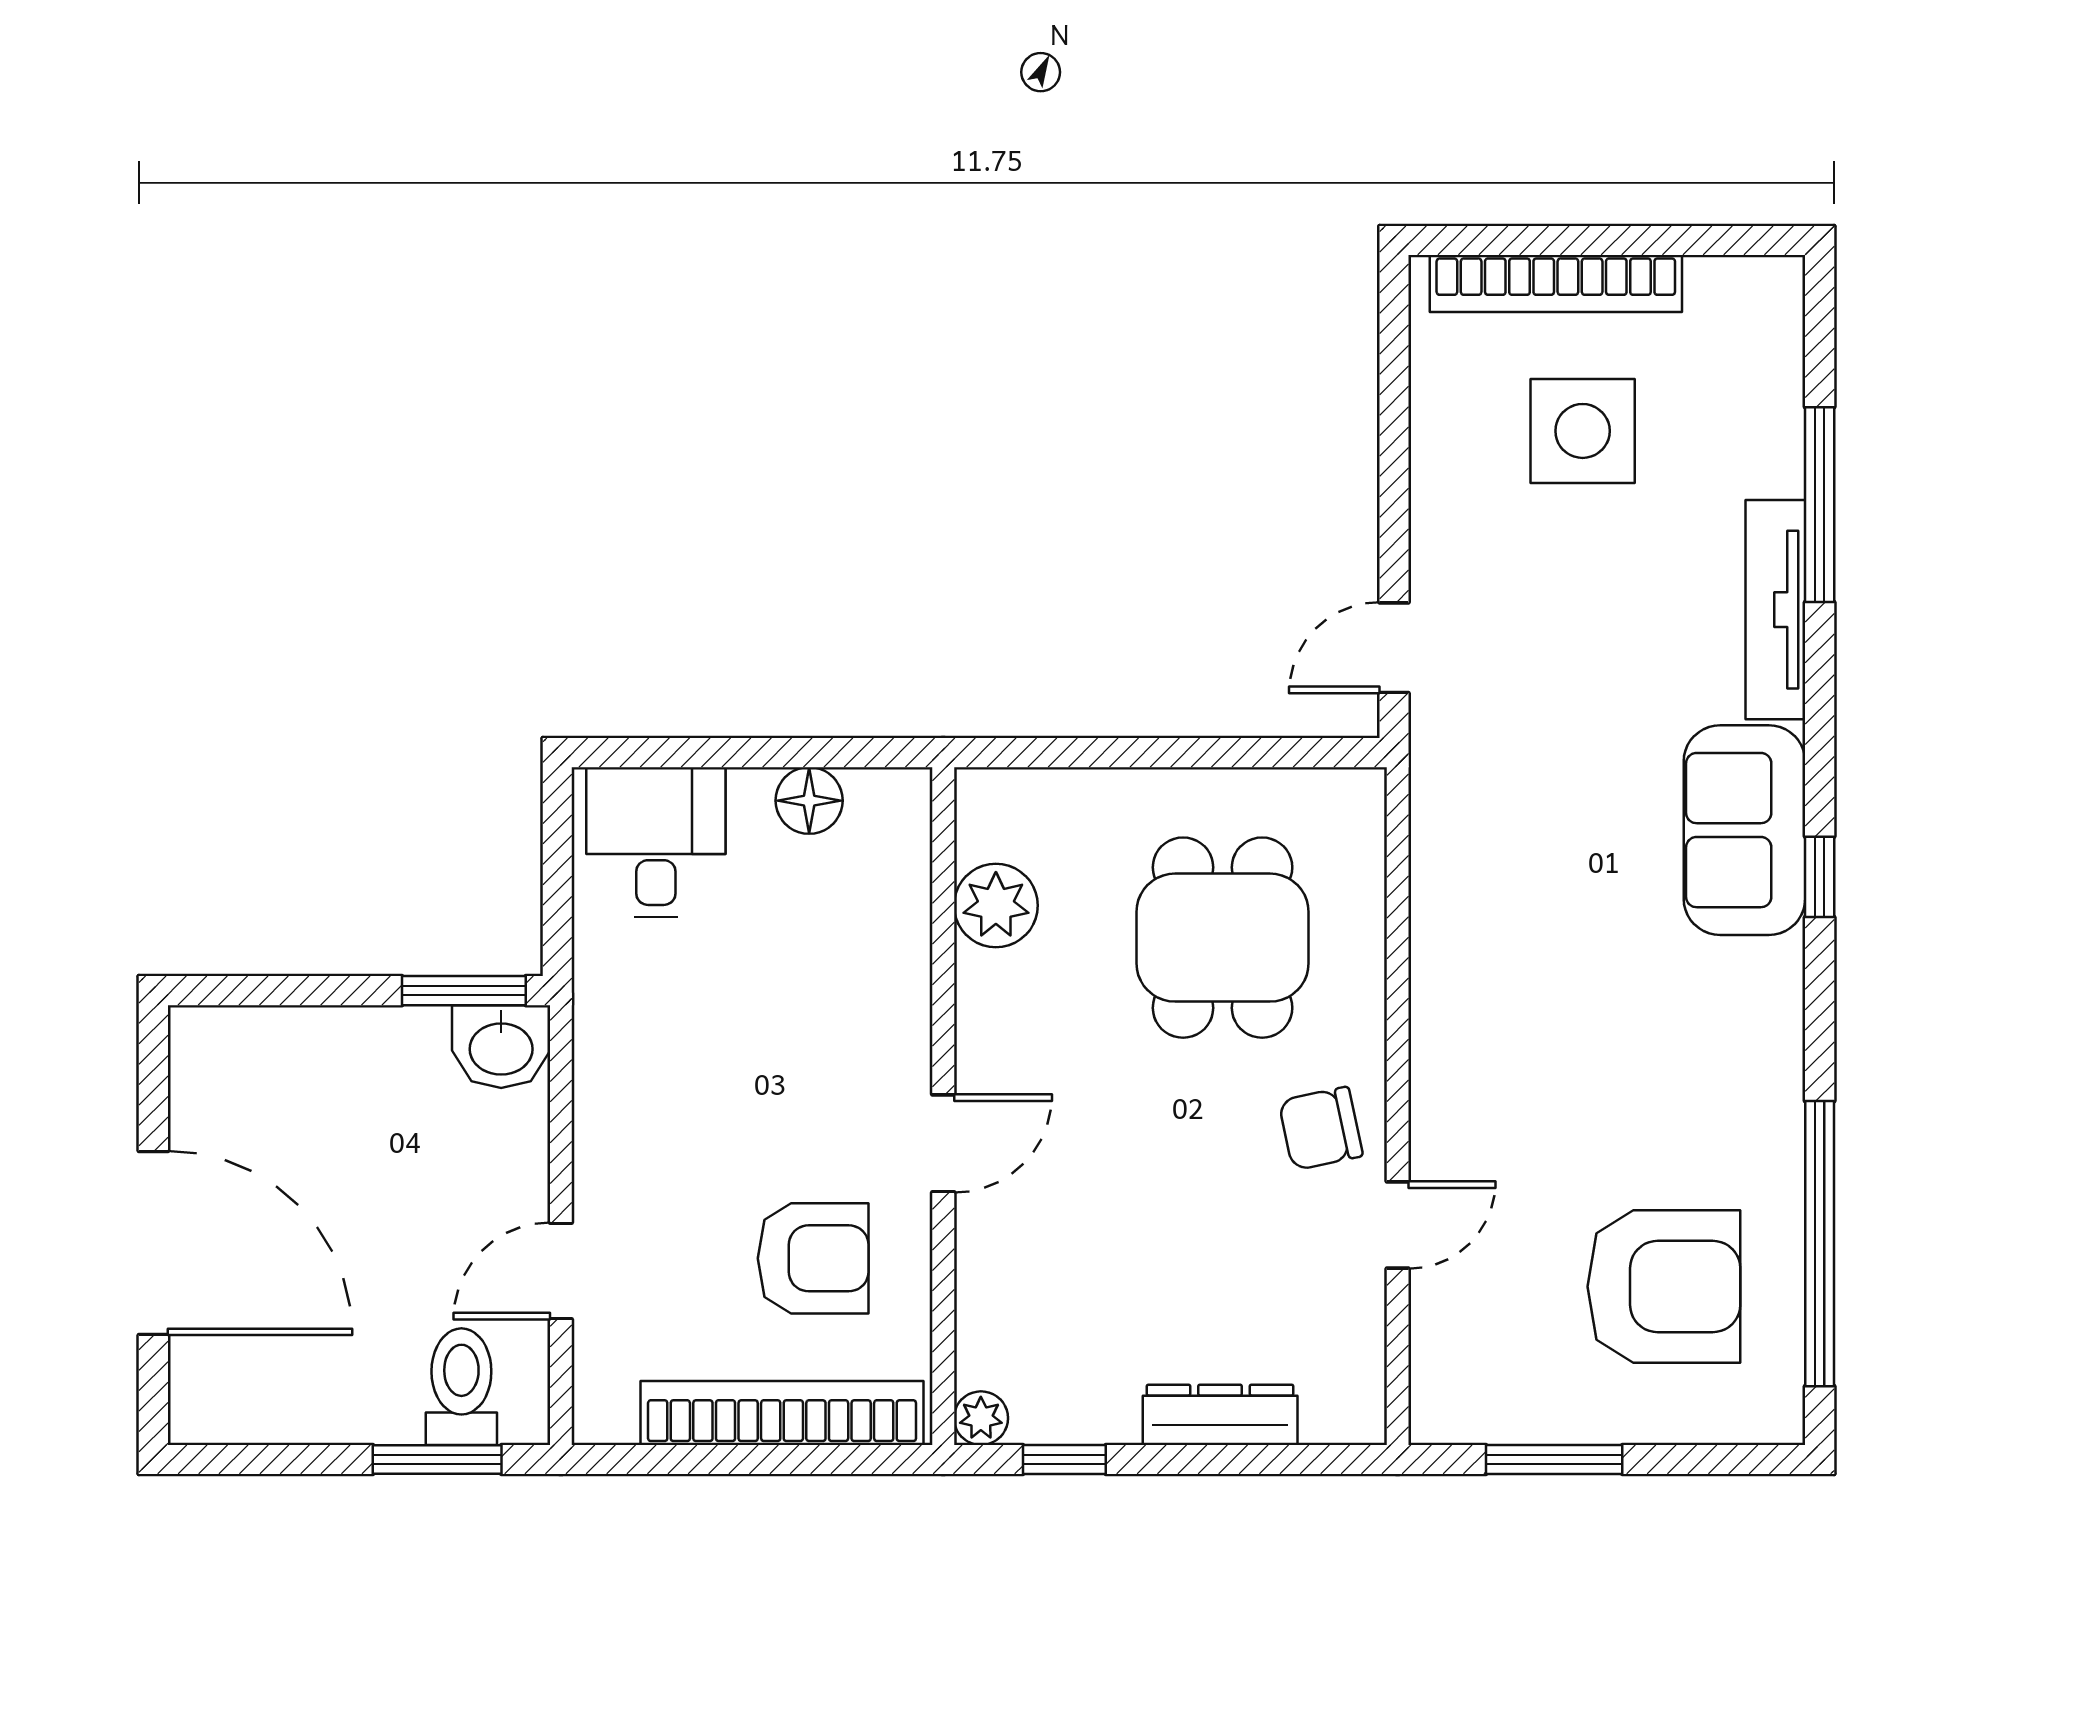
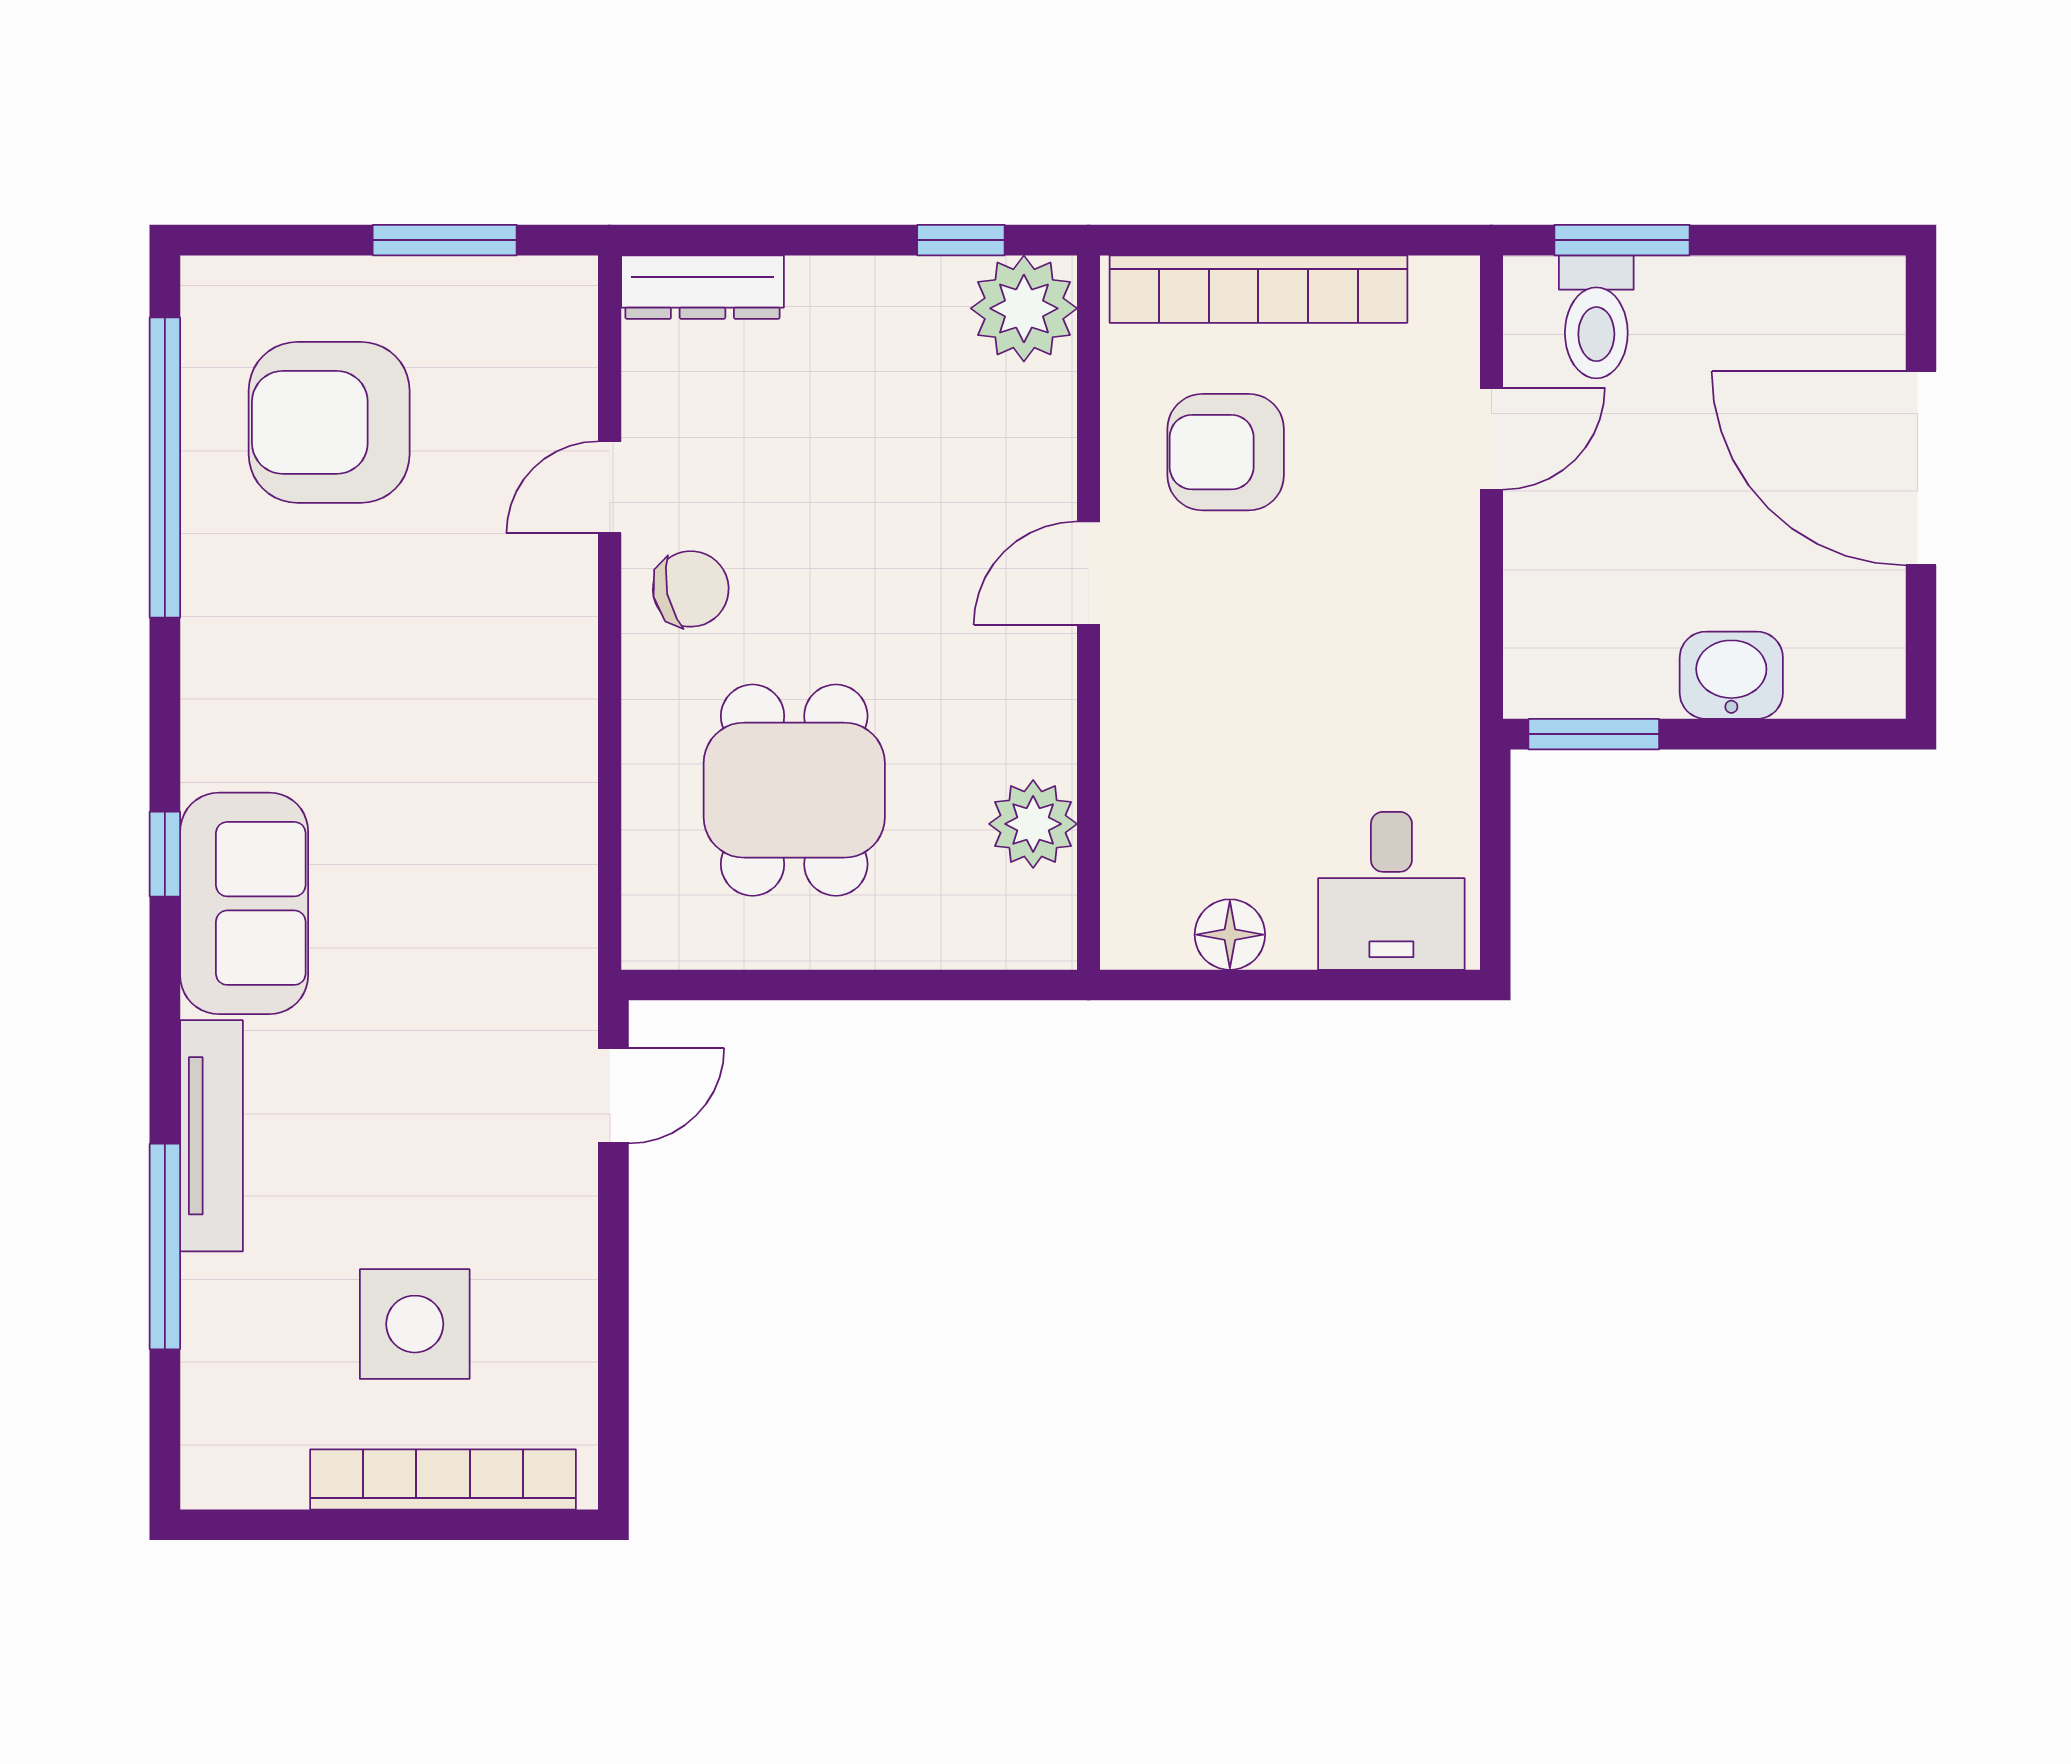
washbasin: (501, 1047) -> (1731, 675), moved
dresser: (1220, 1415) -> (702, 287), moved
plant: (981, 1418) -> (1024, 308), width x1.87, depth x1.87

